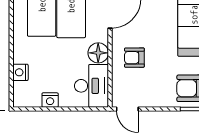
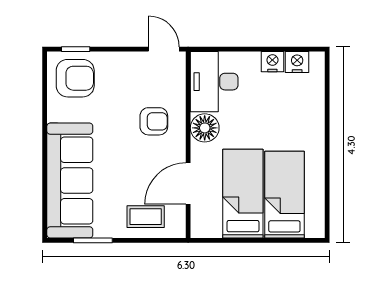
nightstand: (20, 72) -> (297, 62), moved, turned -90

